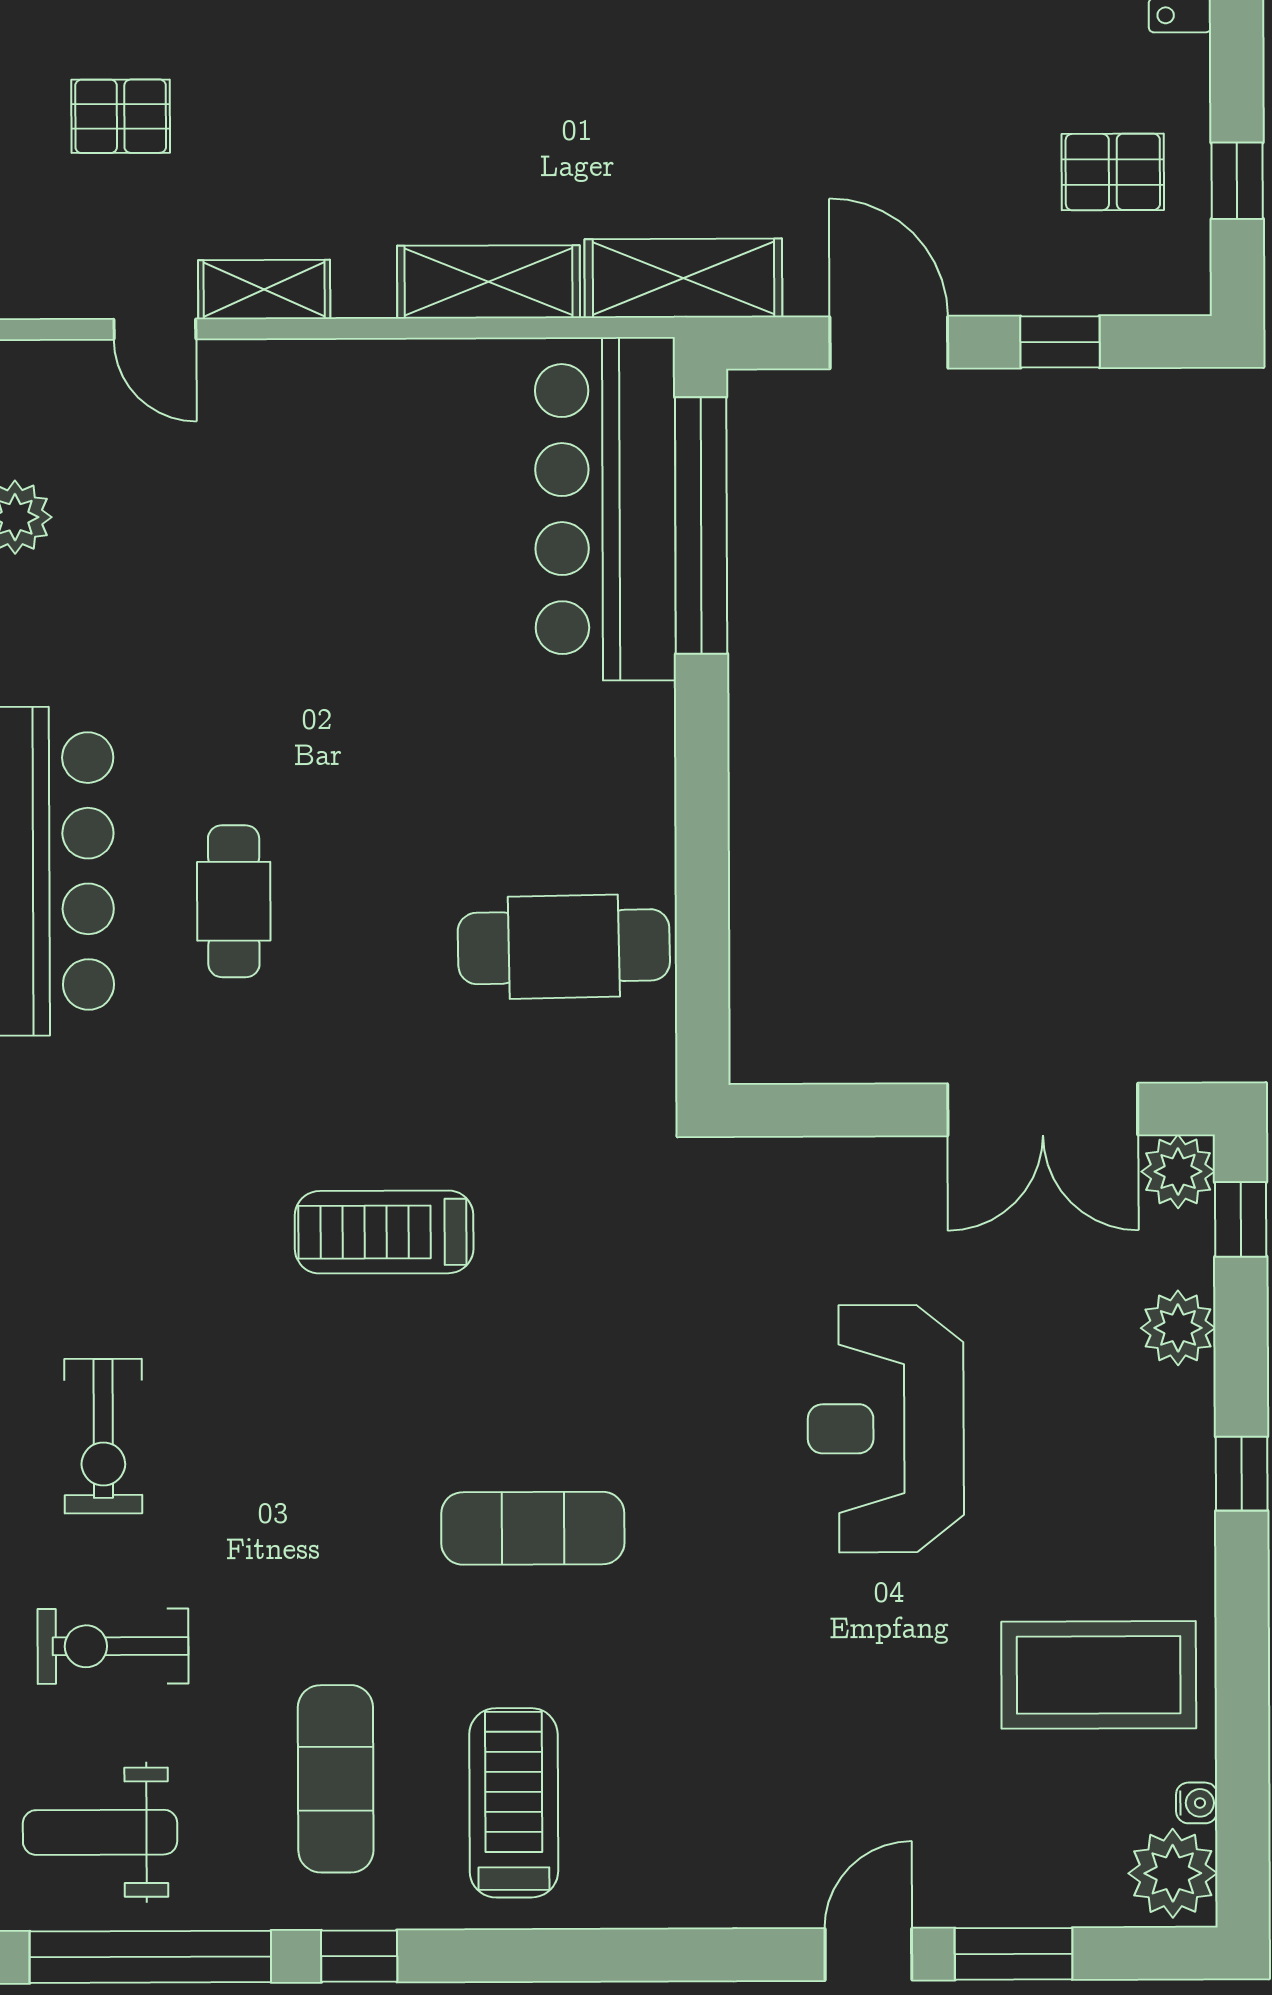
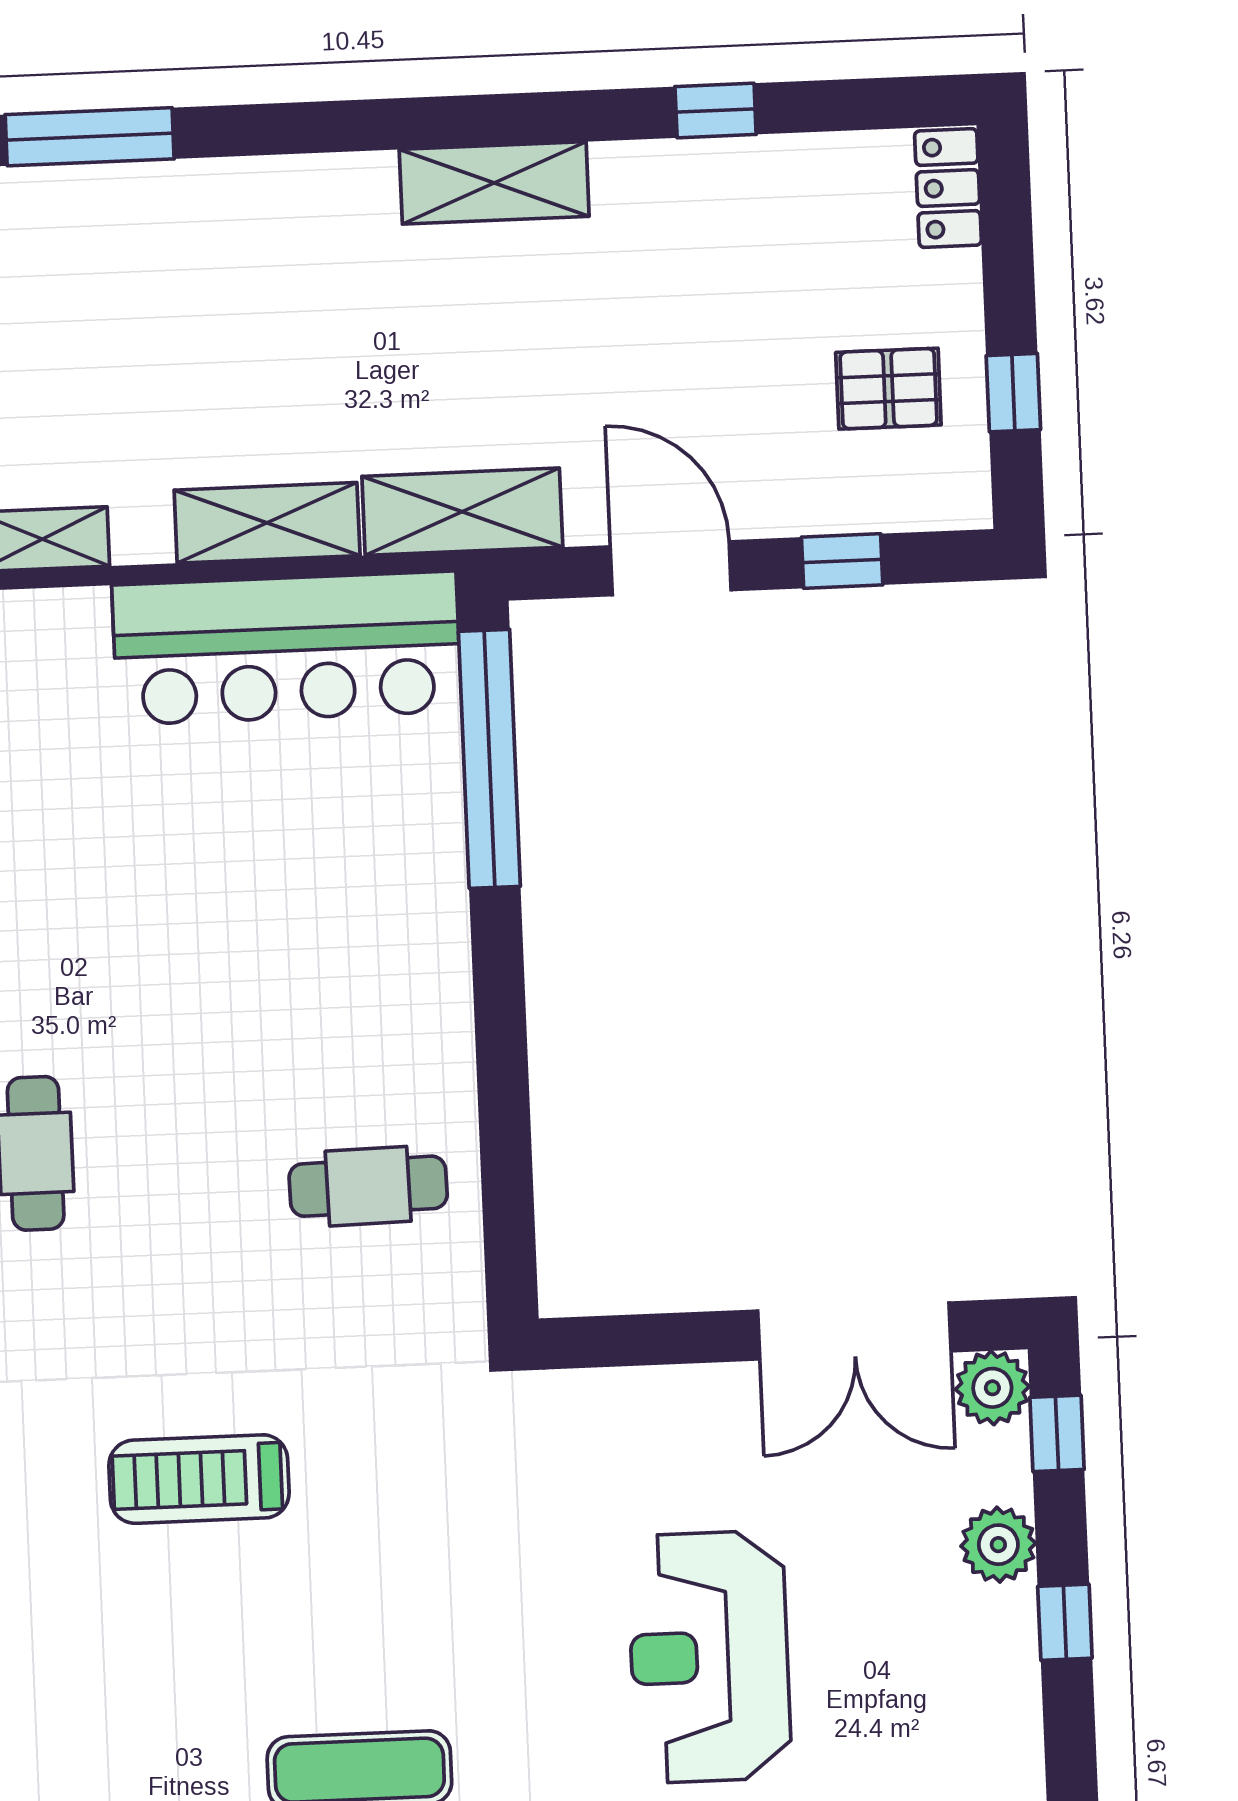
bar counter: (605, 509) -> (287, 648), moved, turned -90
cafe table: (564, 947) -> (368, 1186), width x0.73, depth x0.74
window: (1242, 1474) -> (1065, 1622), moved

